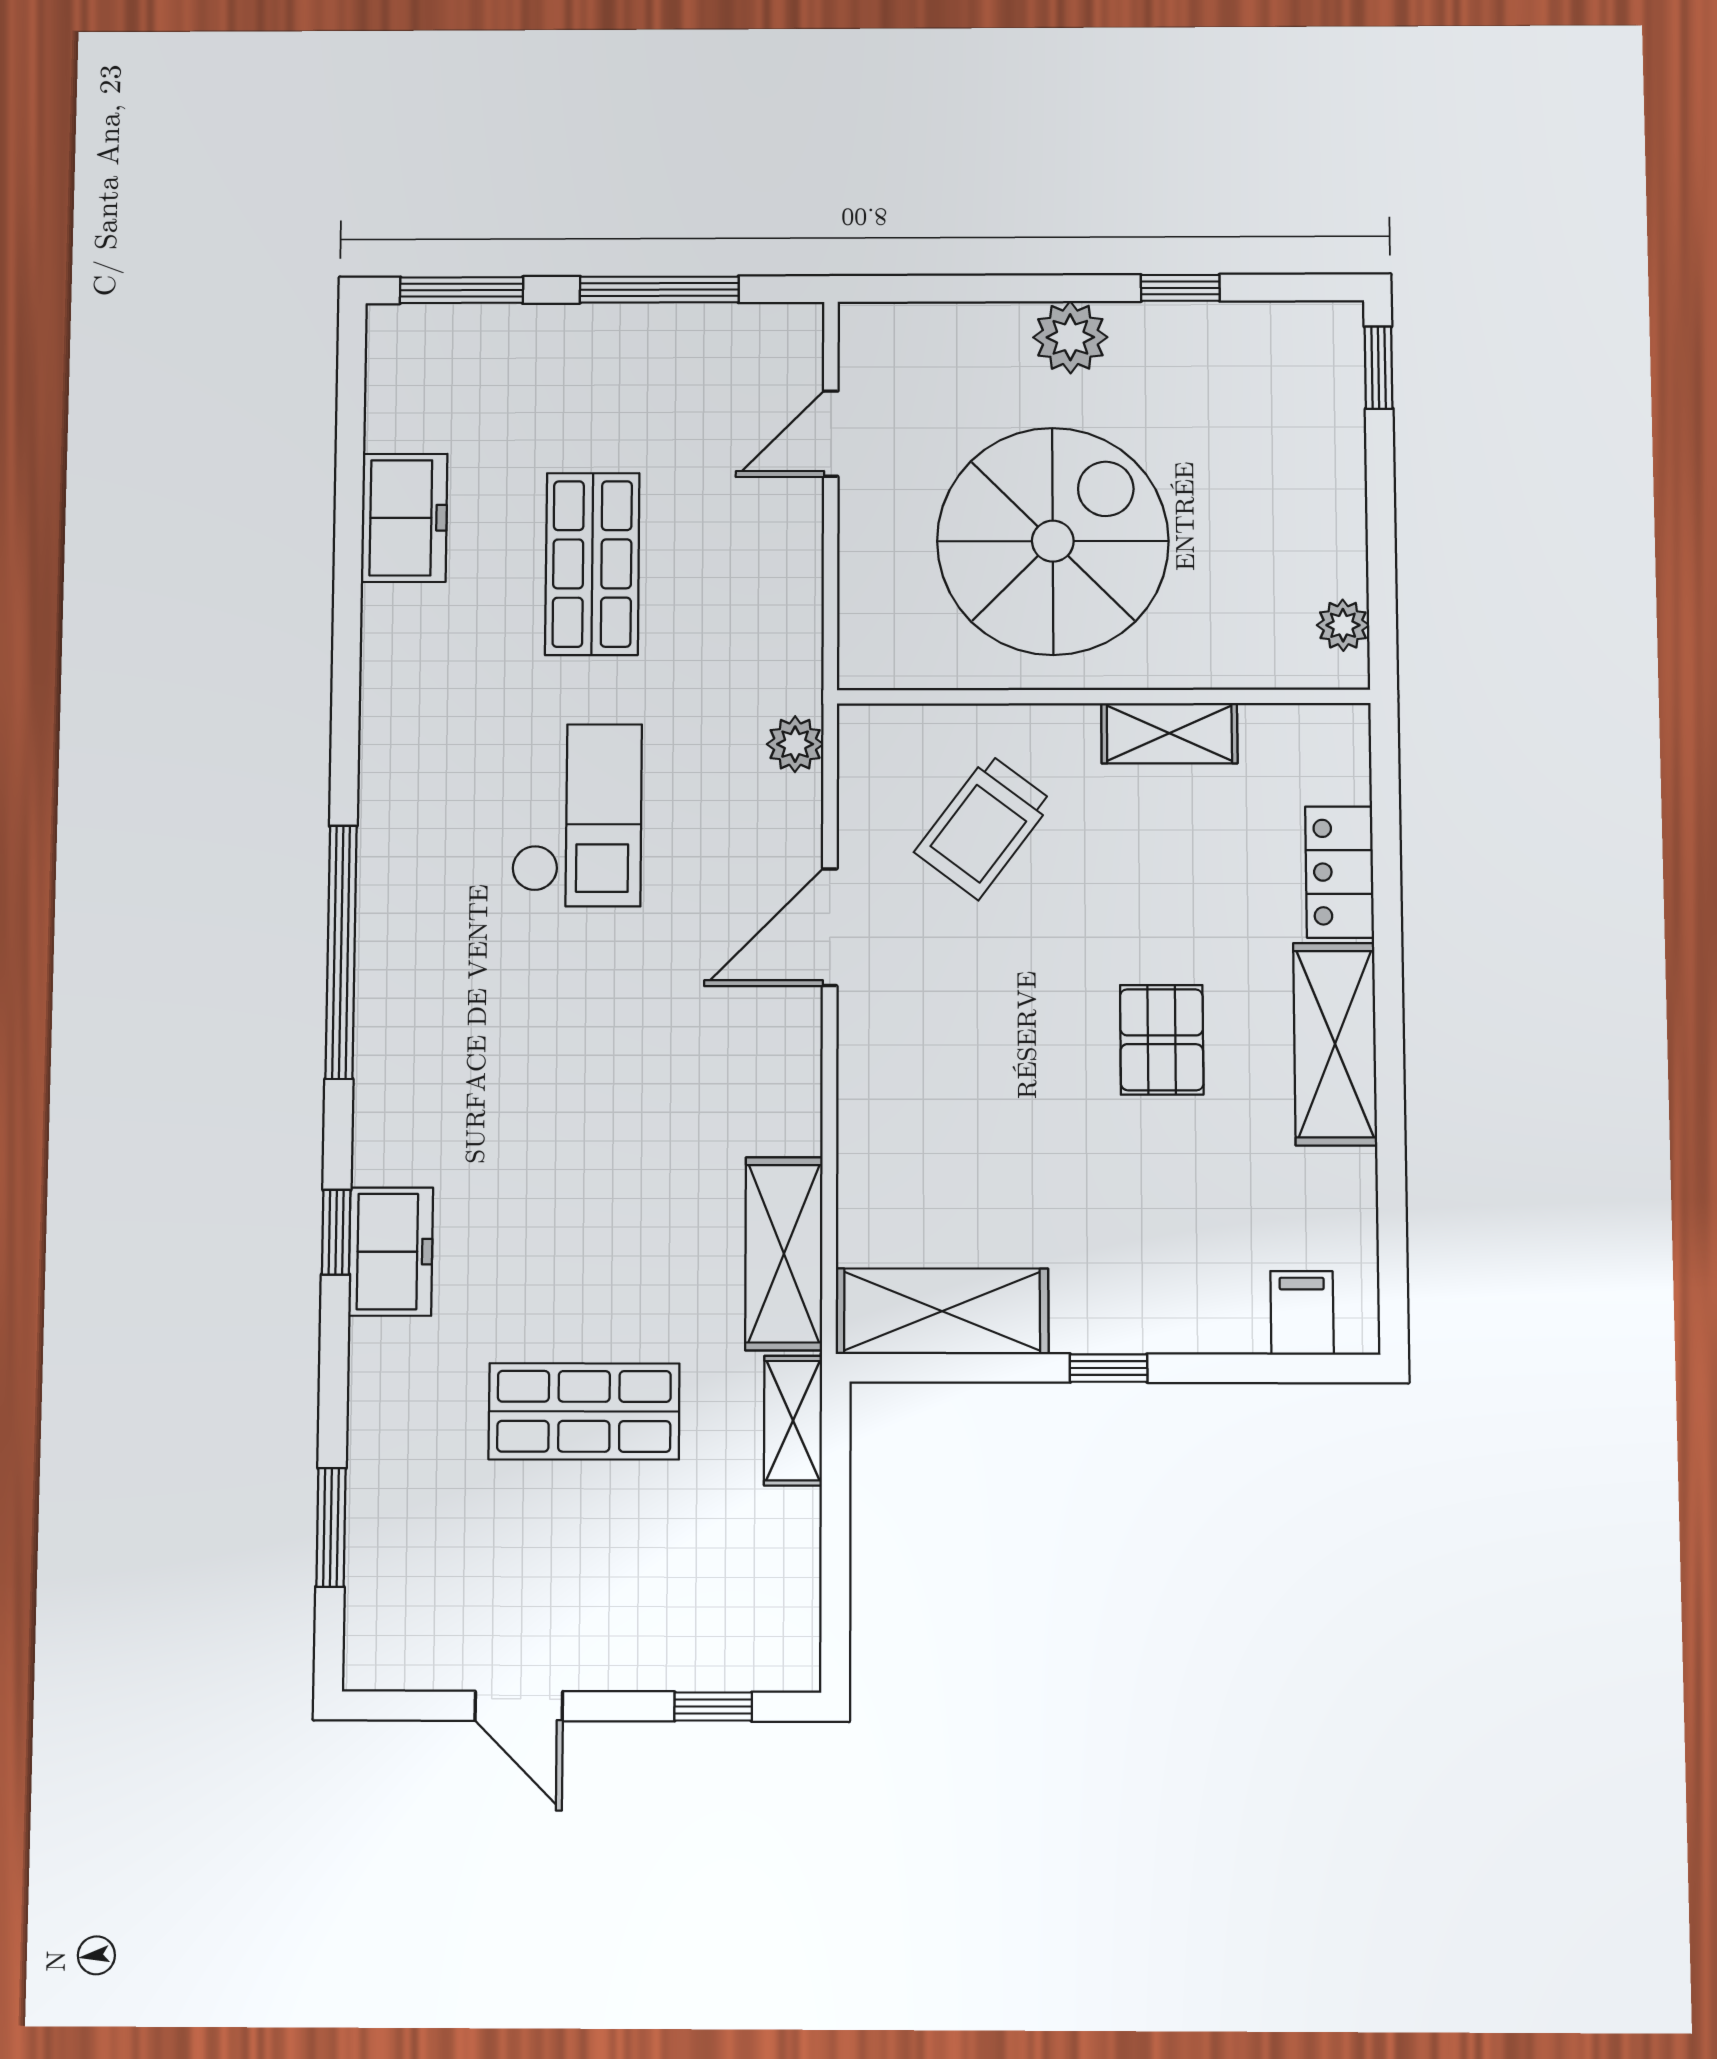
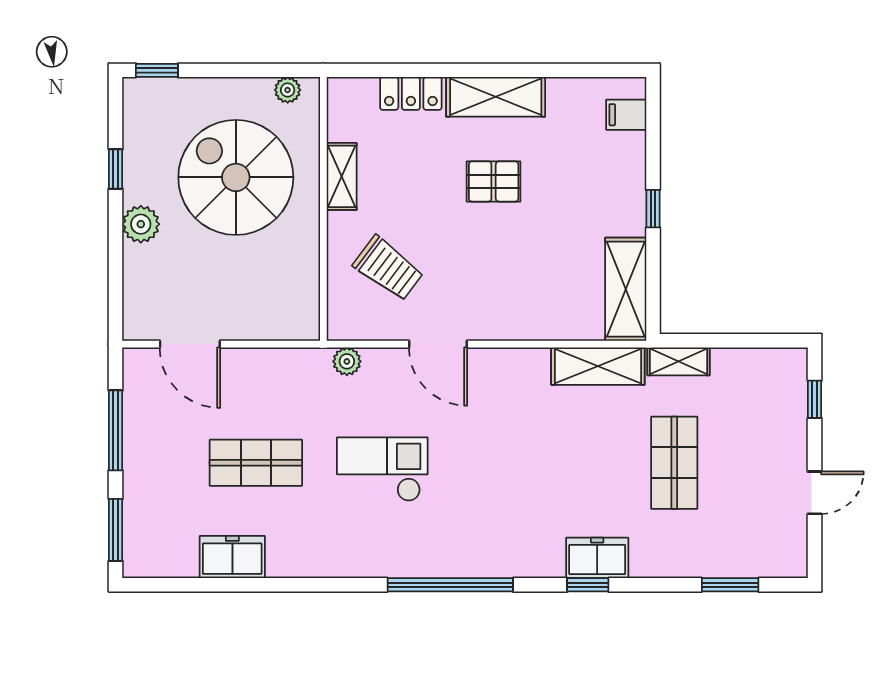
door: (831, 434) -> (190, 344), width x1.38
spiral stairs: (1053, 541) -> (236, 177), moved

